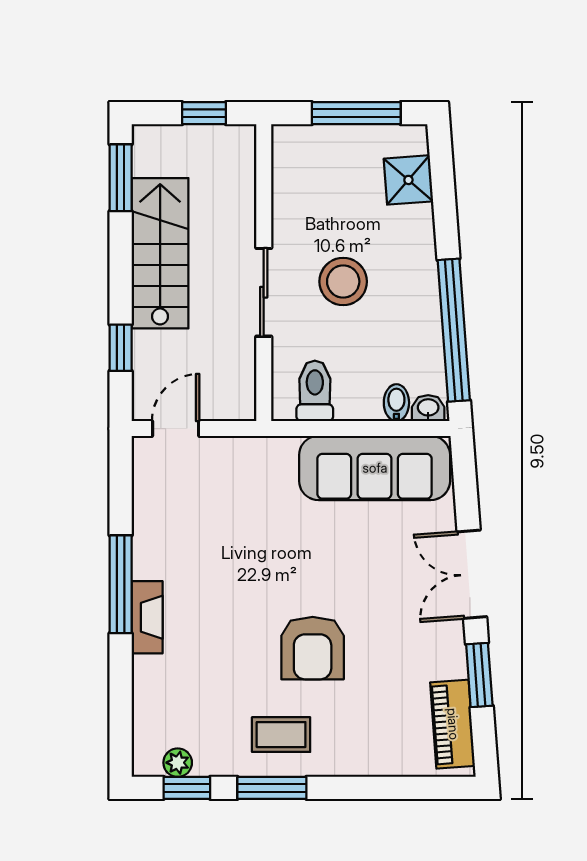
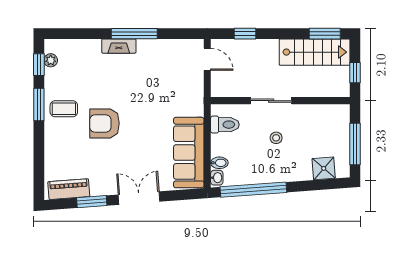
stairs: (160, 253) -> (315, 52), moved
stool: (343, 282) -> (276, 138), width x0.53, depth x0.53
coffee table: (281, 735) -> (64, 109), turned 90

